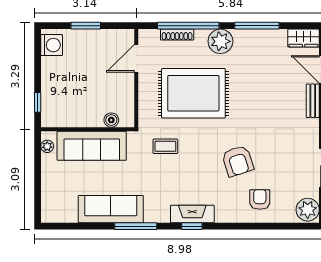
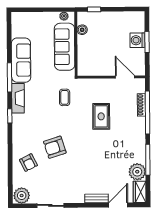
plant: (220, 41) -> (137, 172), moved
washing machine: (52, 45) -> (137, 40), moved, turned 90
rug: (193, 93) -> (101, 116), width x0.54, depth x0.49
boiler: (111, 120) -> (82, 30), moved
armchair: (260, 199) -> (28, 163), turned 63
fireplace: (192, 214) -> (18, 98), moved

